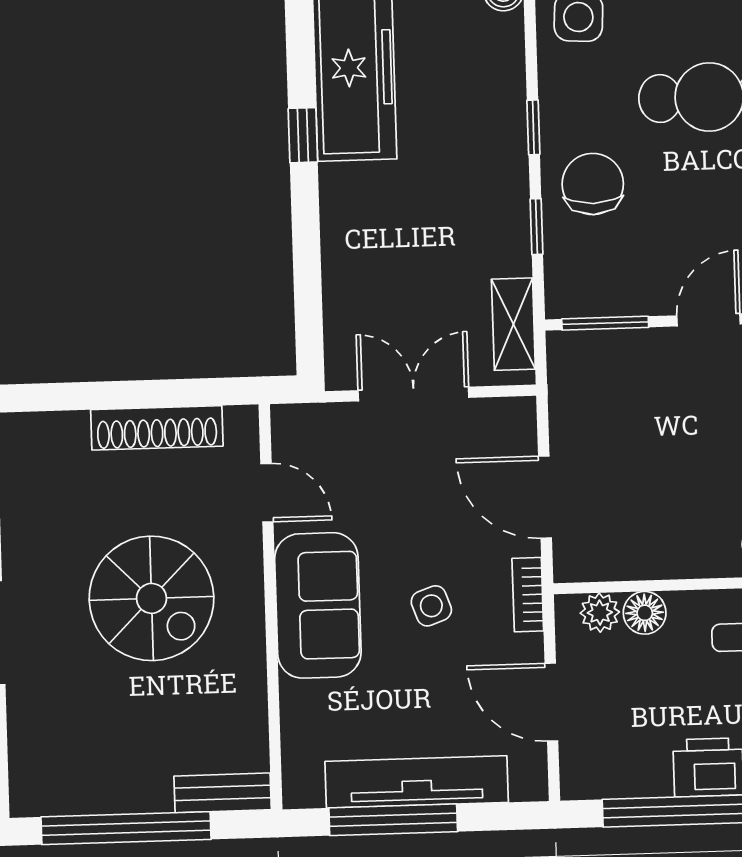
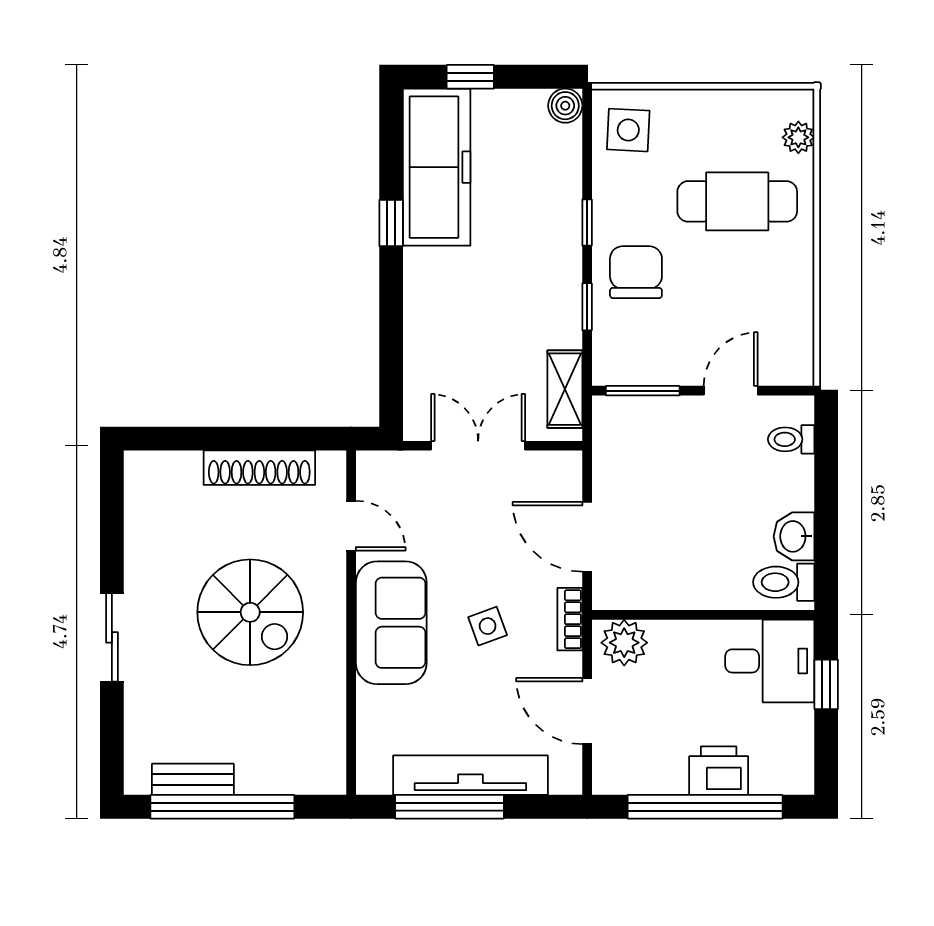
plant: (600, 613) -> (624, 643), width x1.38, depth x1.38
floor lamp: (645, 613) -> (669, 638), removed
bench: (223, 793) -> (193, 779), moved

